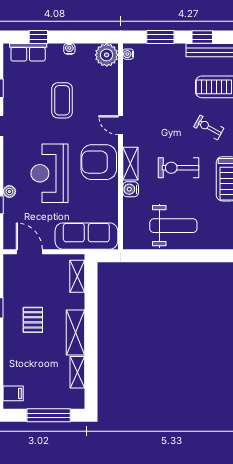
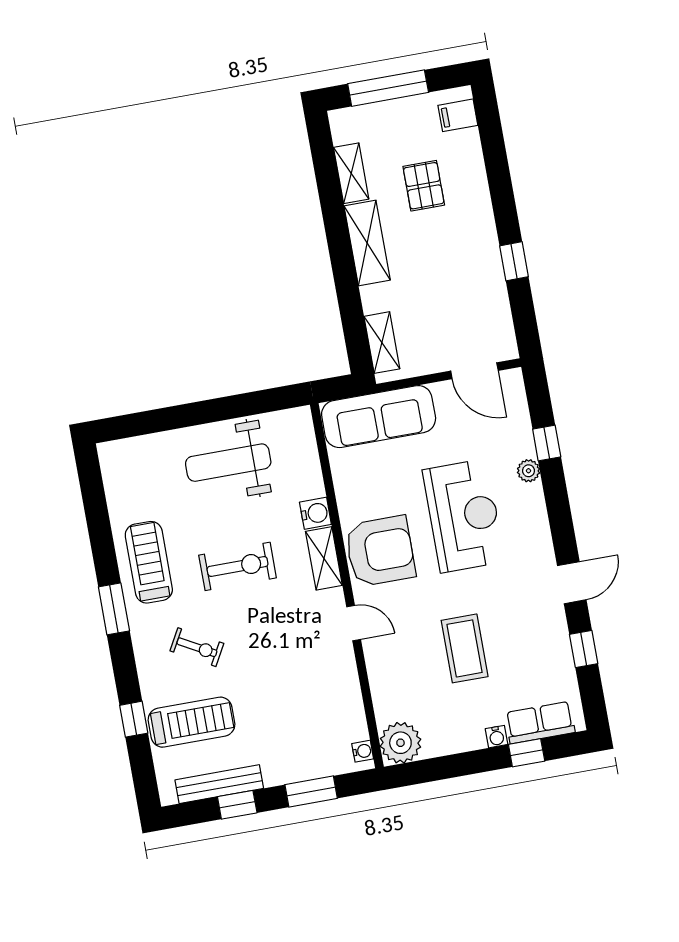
water cooler: (69, 49) -> (497, 737), moved
pallet: (33, 320) -> (424, 186), moved

